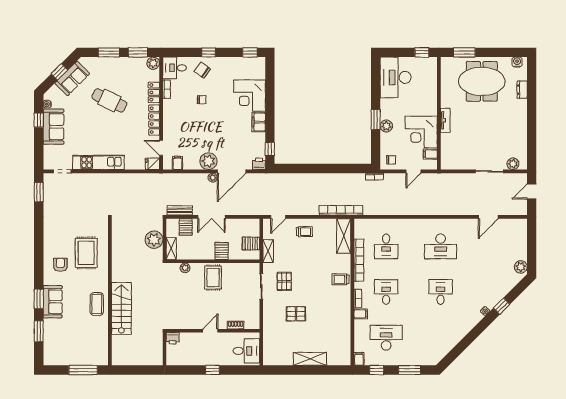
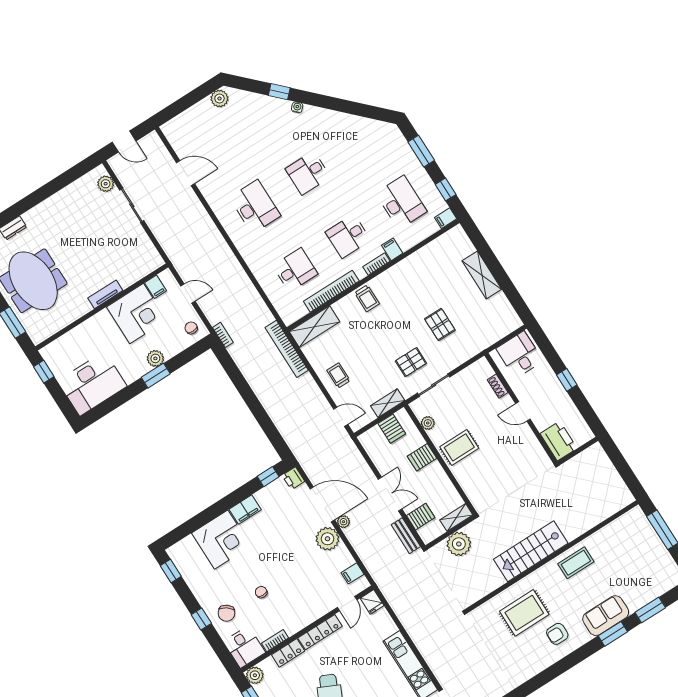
plant: (185, 268) -> (428, 423), moved
stairs: (121, 309) -> (531, 551), moved
printer: (173, 338) -> (559, 441), width x1.87, depth x1.48
desk: (386, 338) -> (401, 202), turned 180

